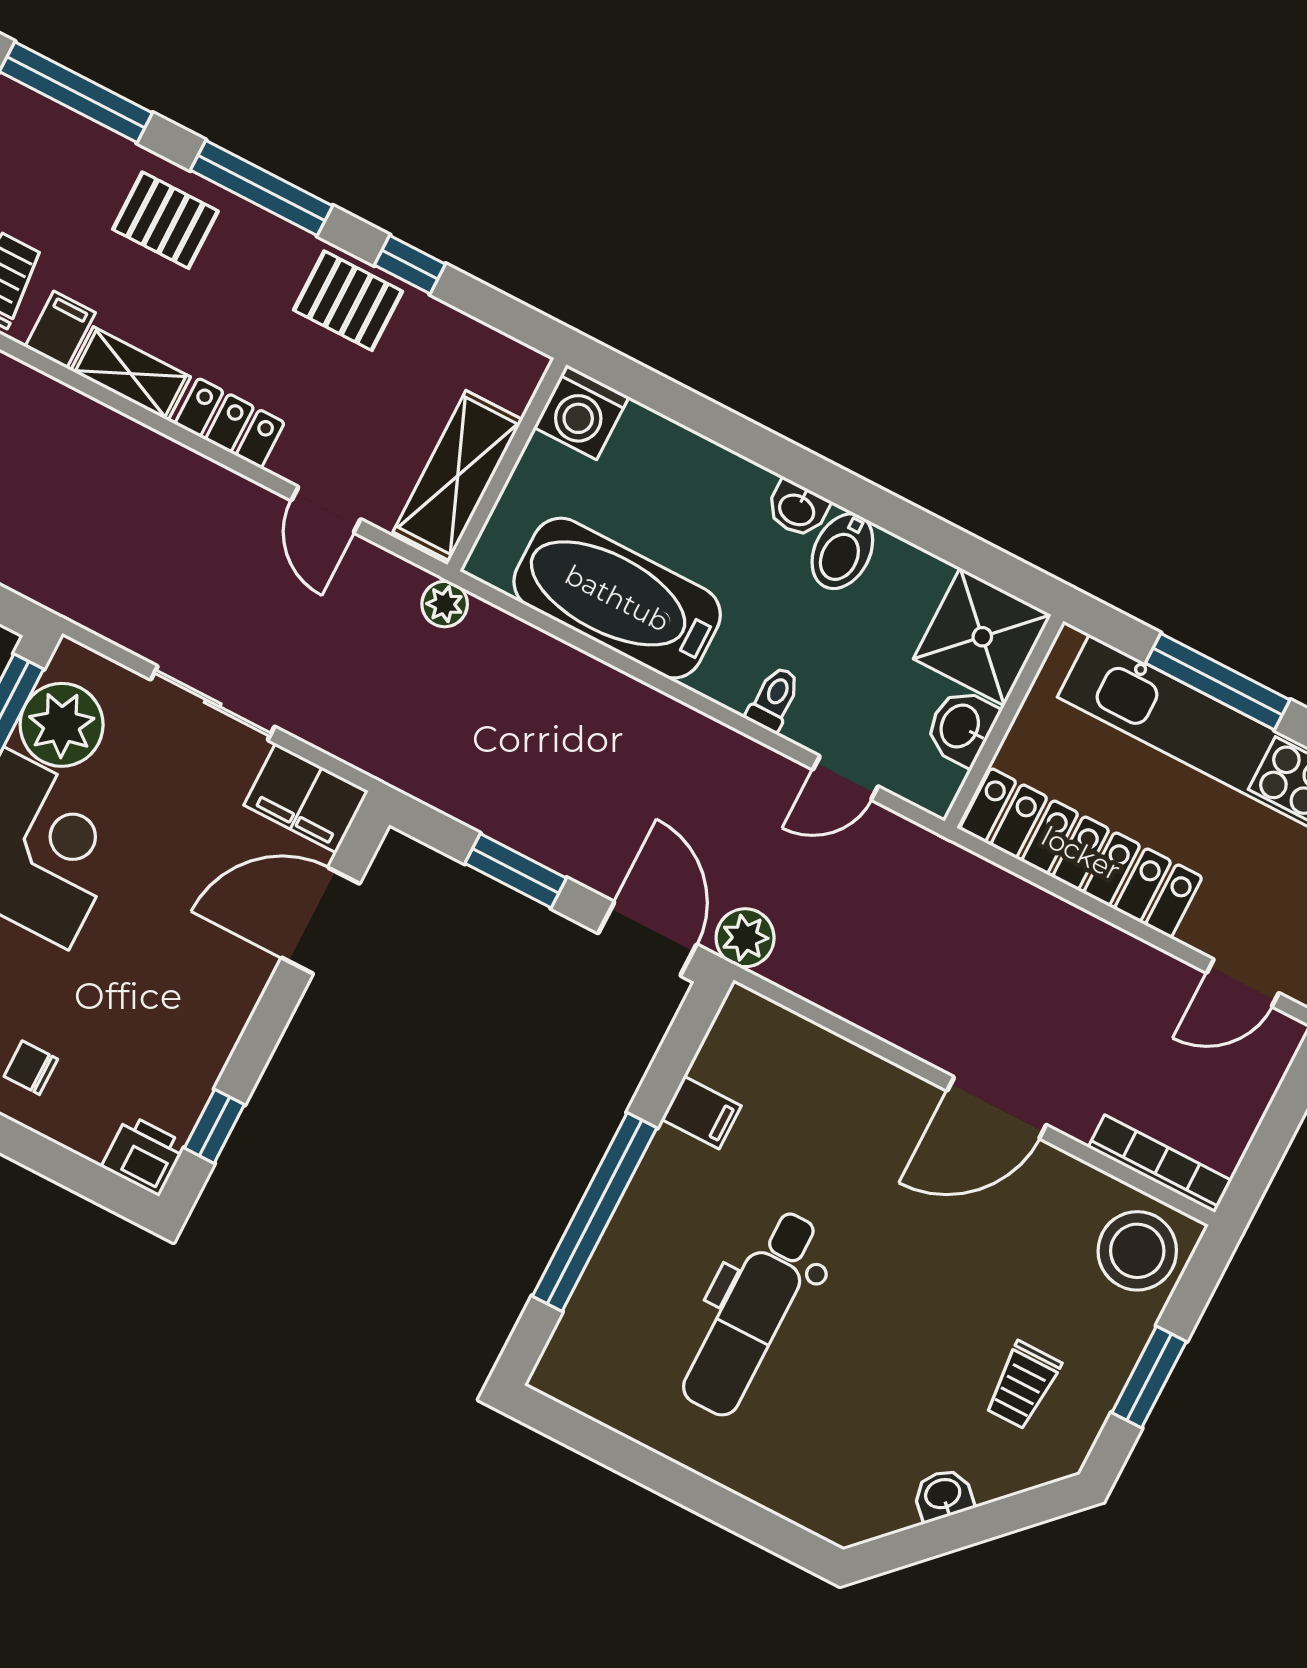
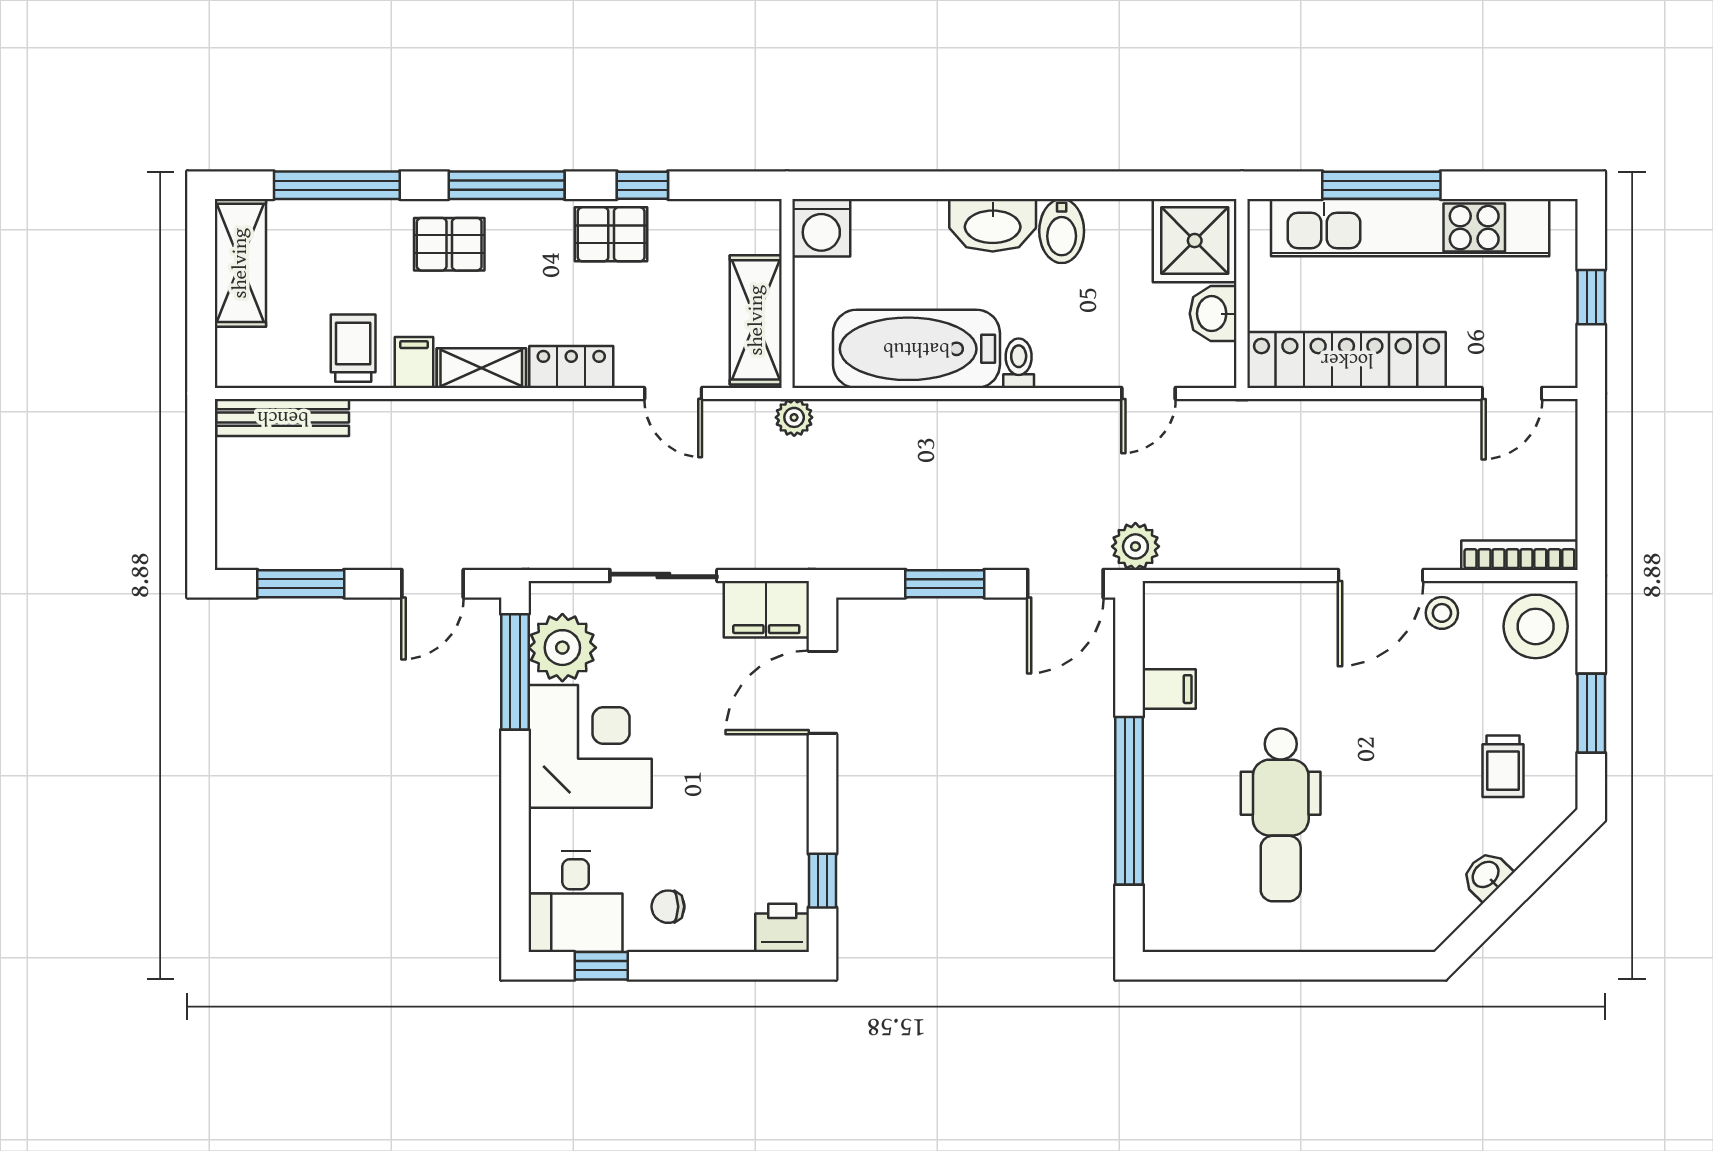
washbasin: (797, 509) -> (993, 225), width x1.91, depth x1.45
toilet: (774, 699) -> (1019, 363), moved
door: (647, 939) -> (1065, 584), swing flipped
stool: (1042, 1183) -> (1442, 613), added

